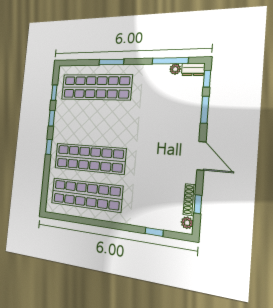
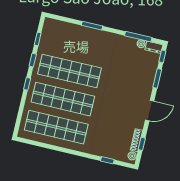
shop shelf: (96, 87) -> (70, 71), moved
door: (201, 156) -> (150, 111), hinge flipped

